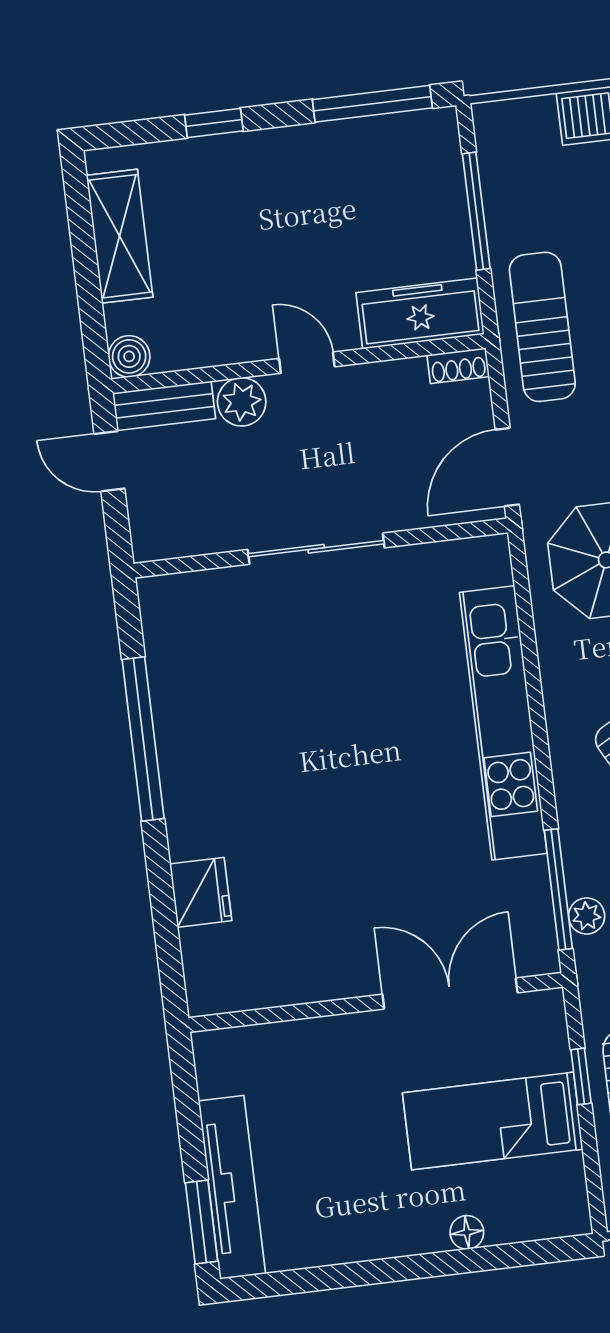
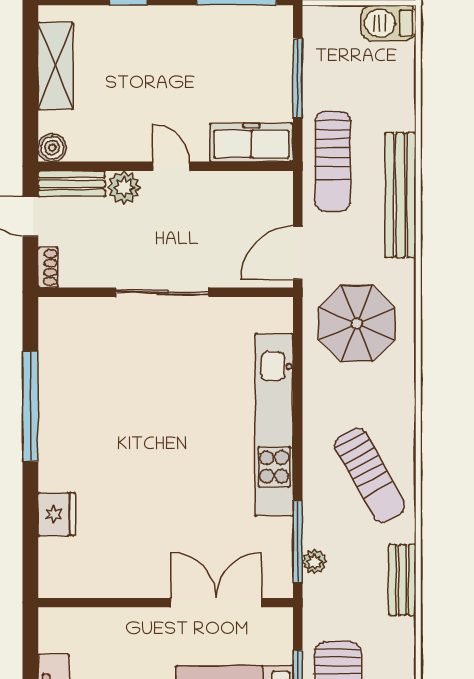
sun lounger: (542, 327) -> (333, 161), turned 180
shoe rack: (458, 366) -> (48, 268), moved, turned -90

